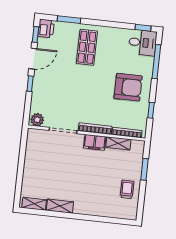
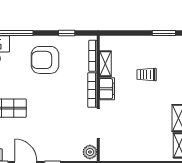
armchair: (128, 87) -> (45, 60), turned -90
window: (145, 169) -> (164, 33), moved
trolley: (127, 189) -> (147, 75), moved

